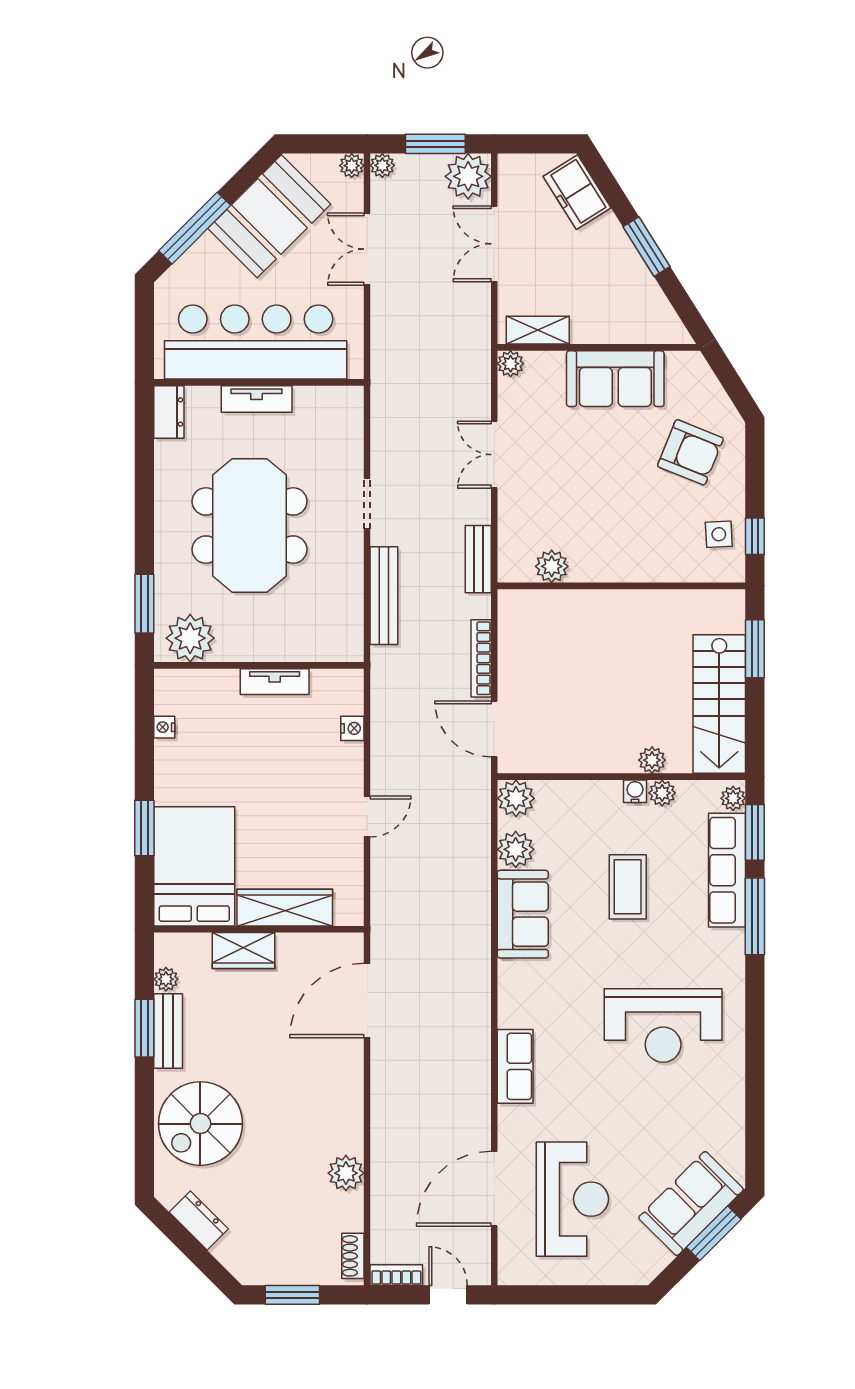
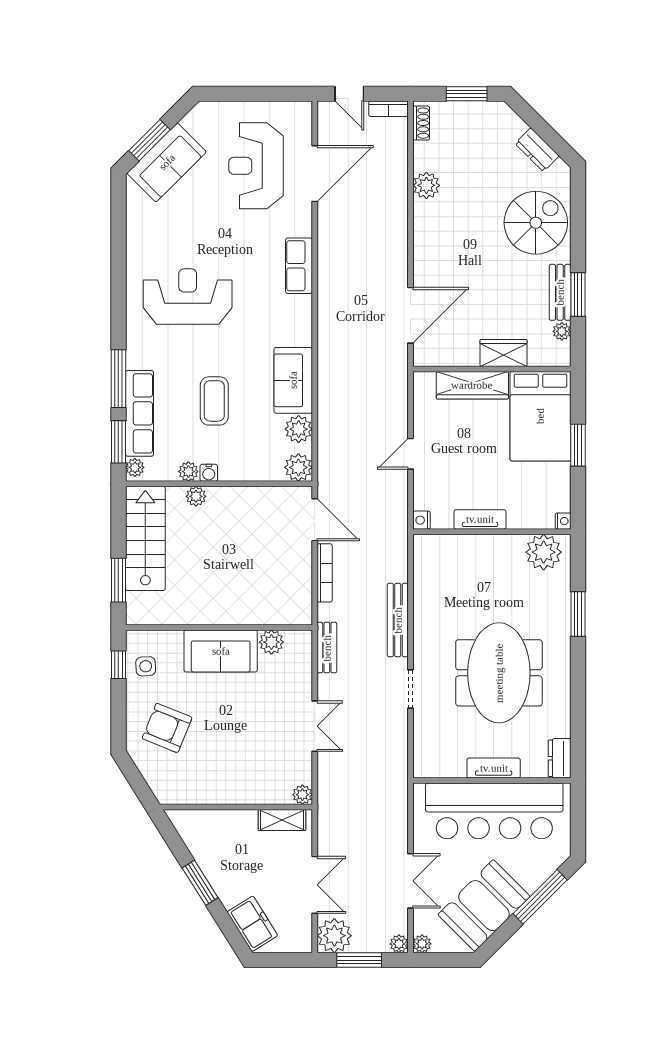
sofa: (615, 379) -> (221, 651), moved, turned 180
plant: (190, 638) -> (544, 552), moved
wall: (259, 665) -> (492, 532), moved
tv unit: (275, 682) -> (480, 519), moved

